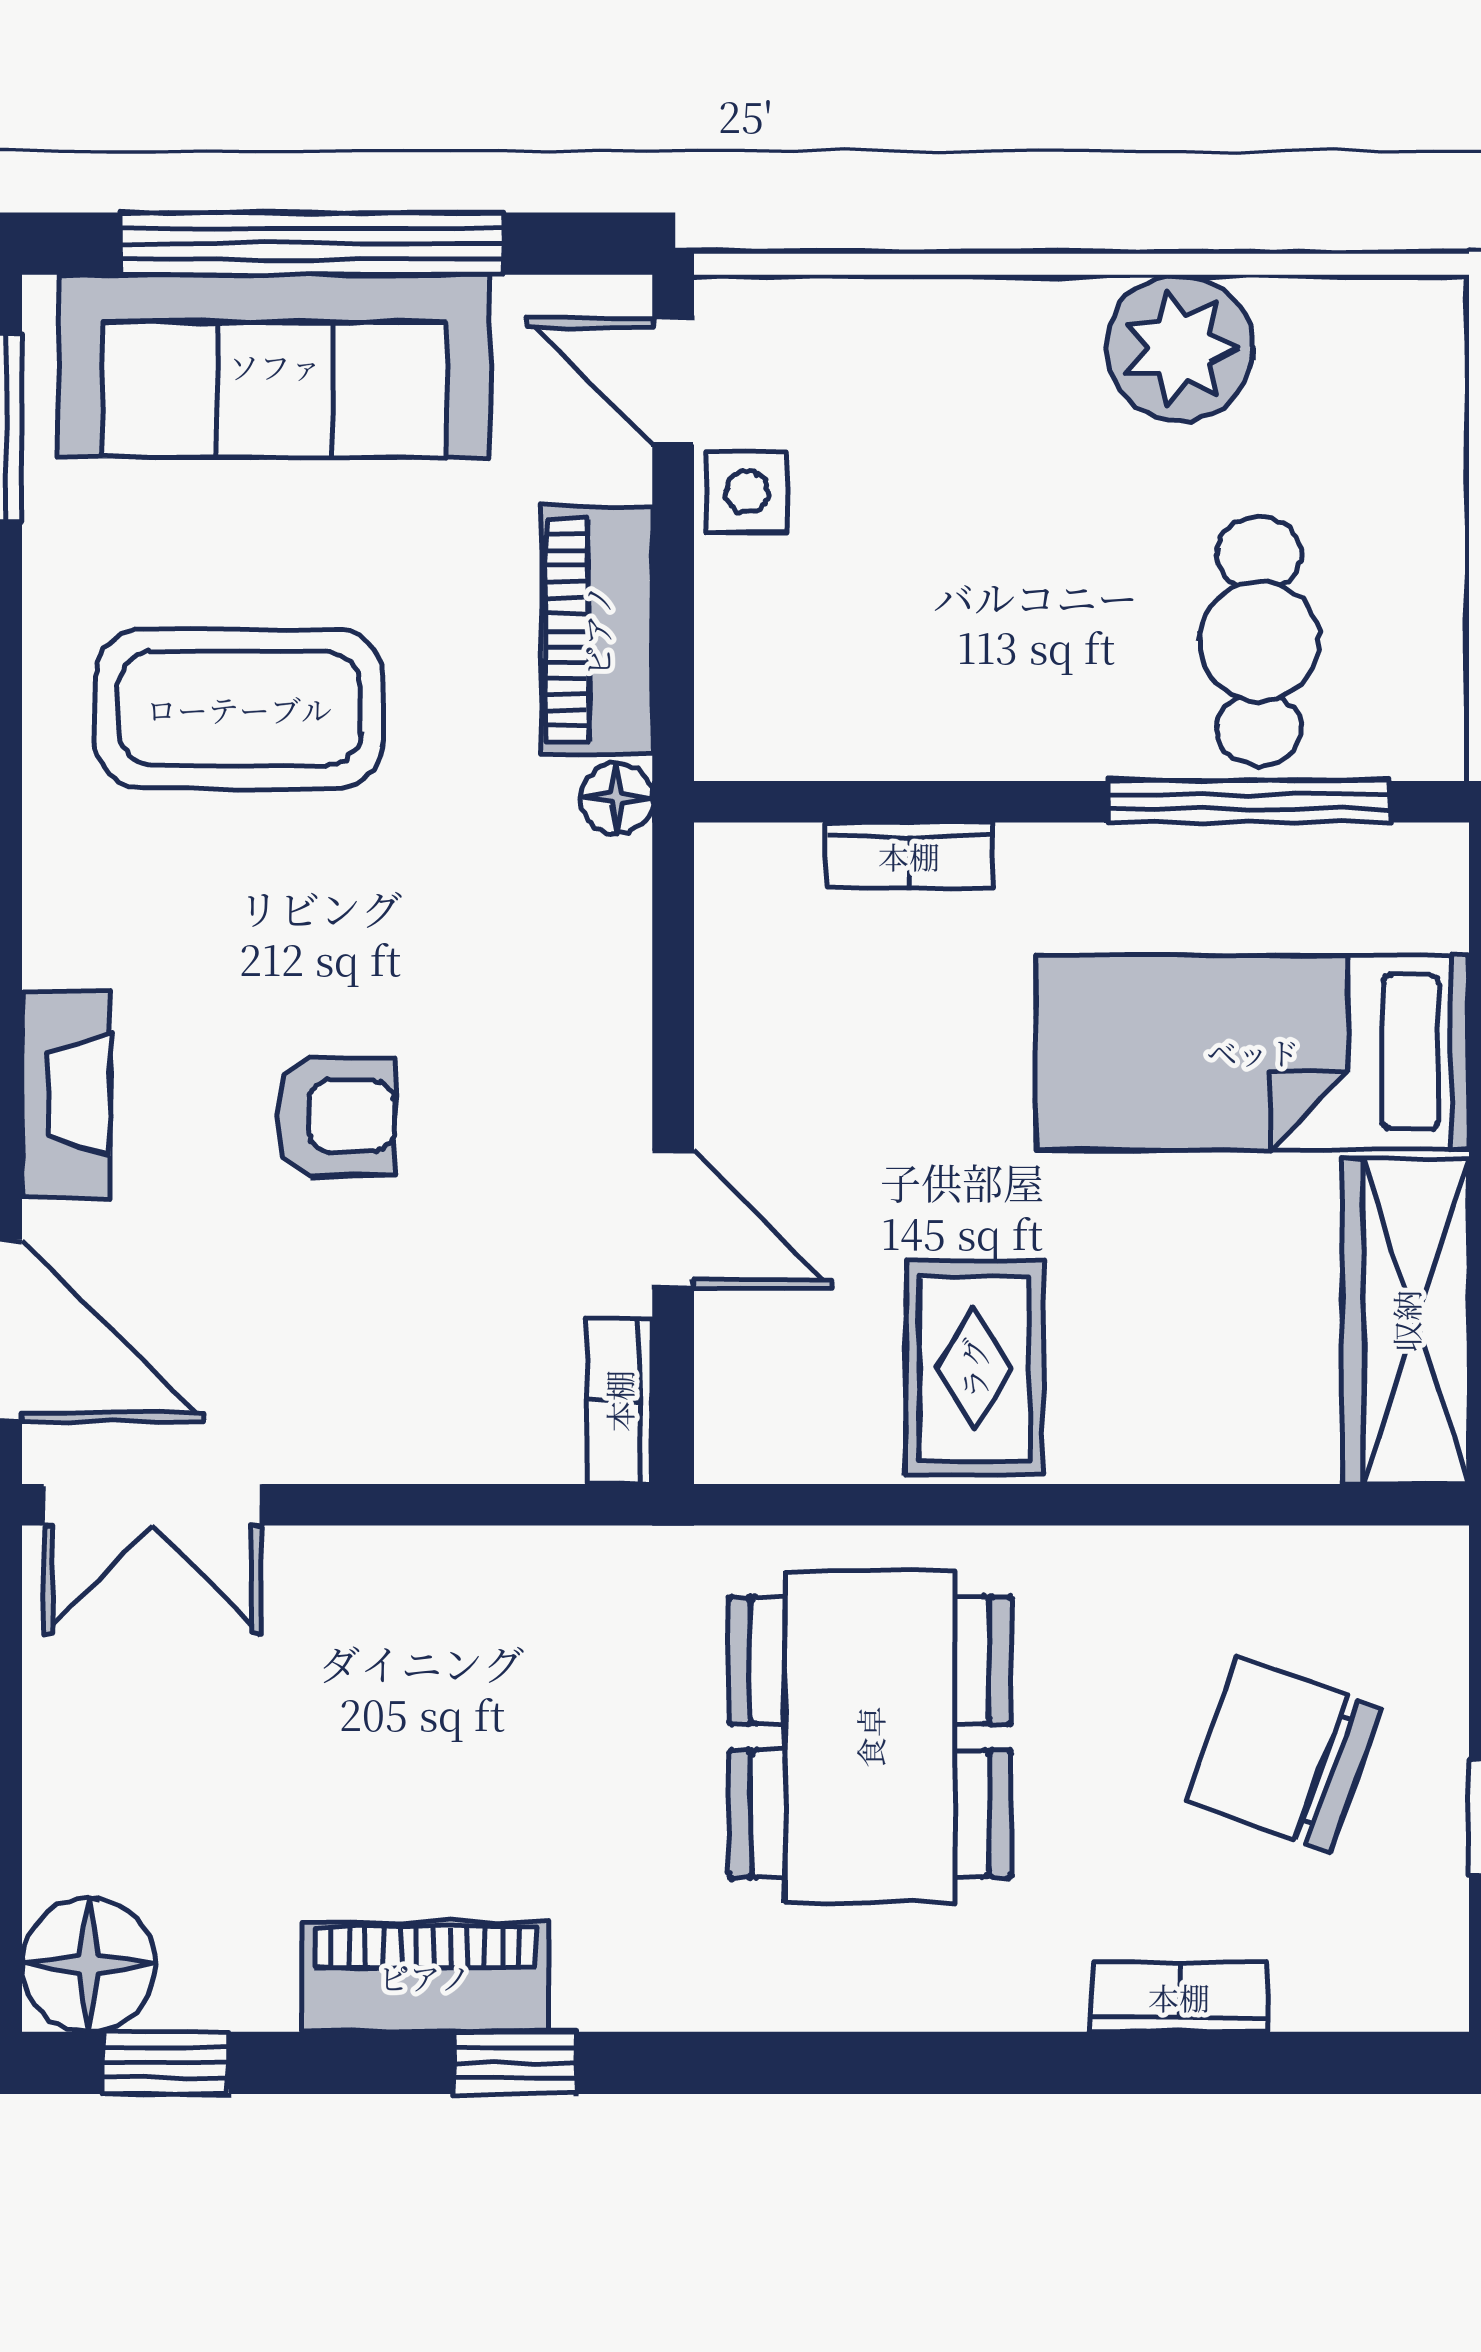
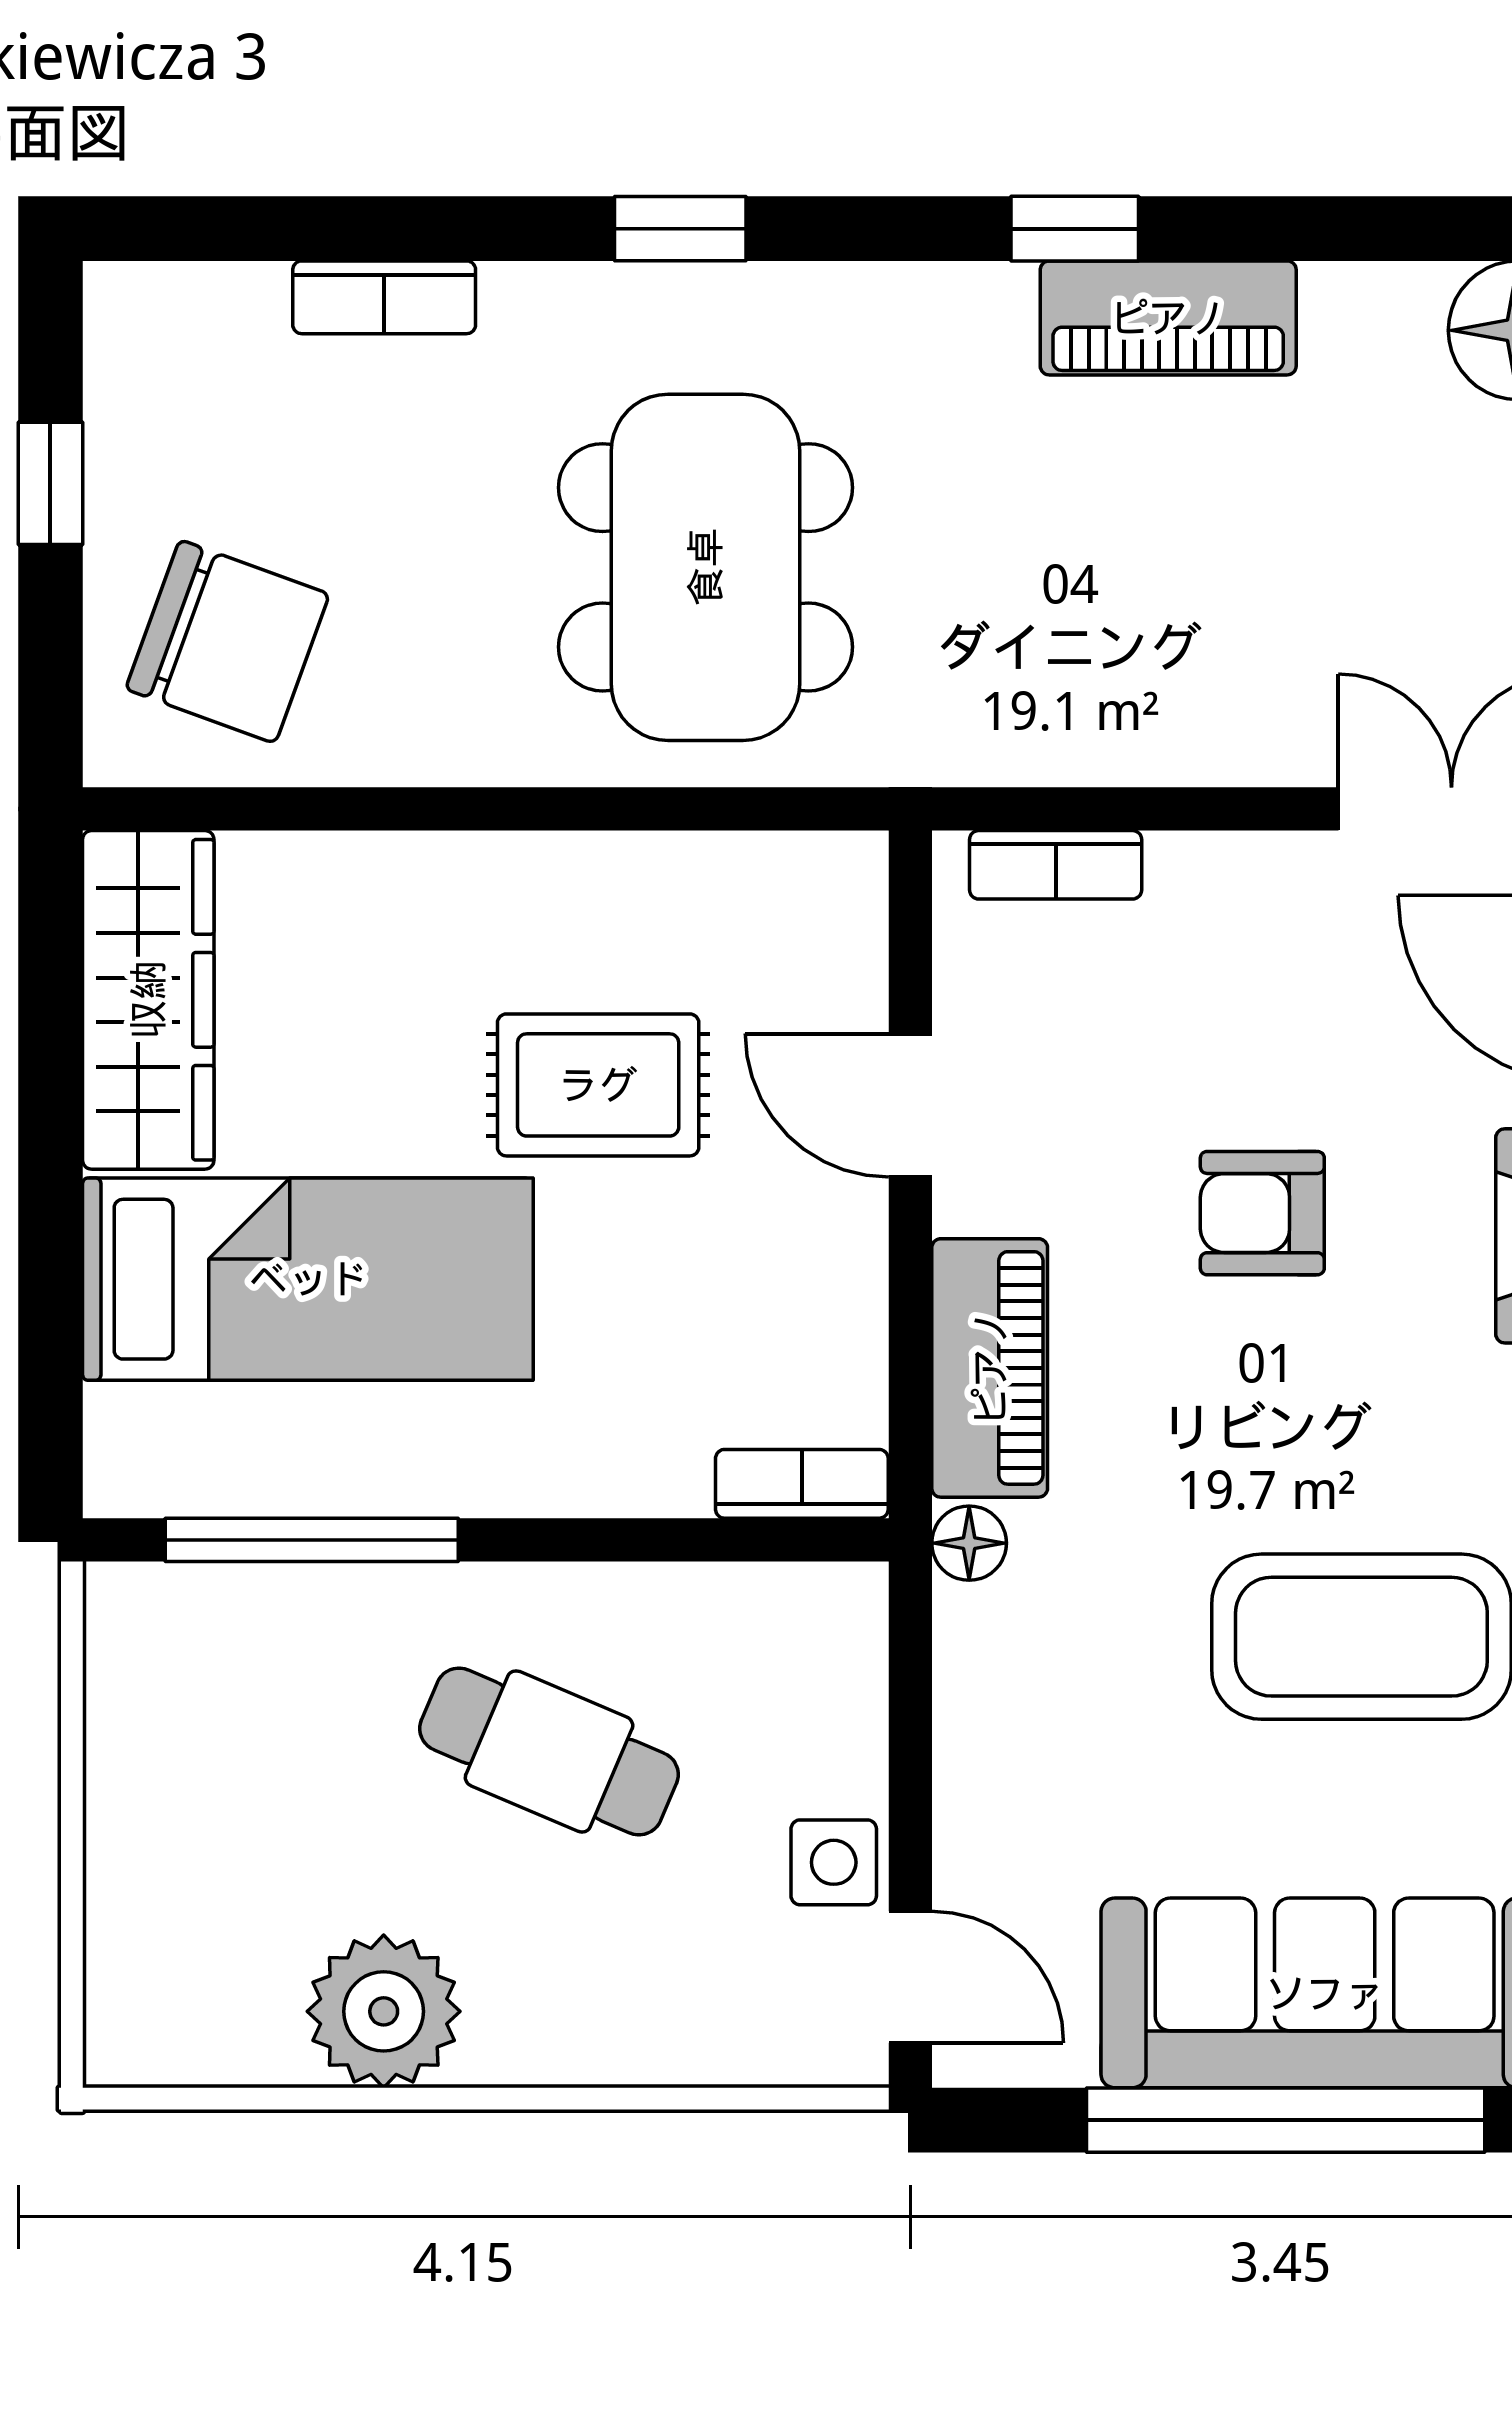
piano: (597, 630) -> (990, 1368), moved
cafe table: (1259, 641) -> (549, 1751), moved, turned -67
bookcase: (909, 856) -> (802, 1484), moved
rug: (974, 1368) -> (598, 1085), moved, turned 90
bookcase: (619, 1401) -> (1056, 865), moved, turned 90
chair: (1284, 1754) -> (228, 642), moved
window: (166, 2063) -> (680, 229), moved

